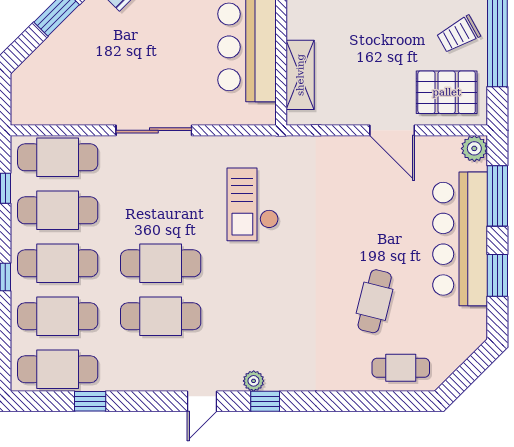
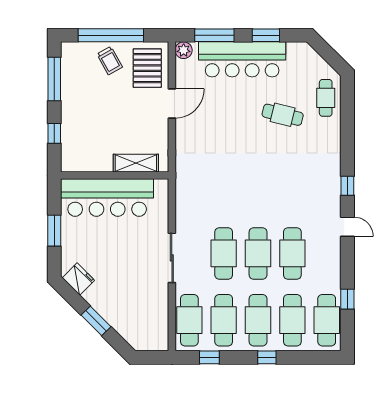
checkout: (253, 204) -> (220, 194), removed
cafe table: (161, 210) -> (224, 253), added
plant: (254, 381) -> (334, 193), removed

